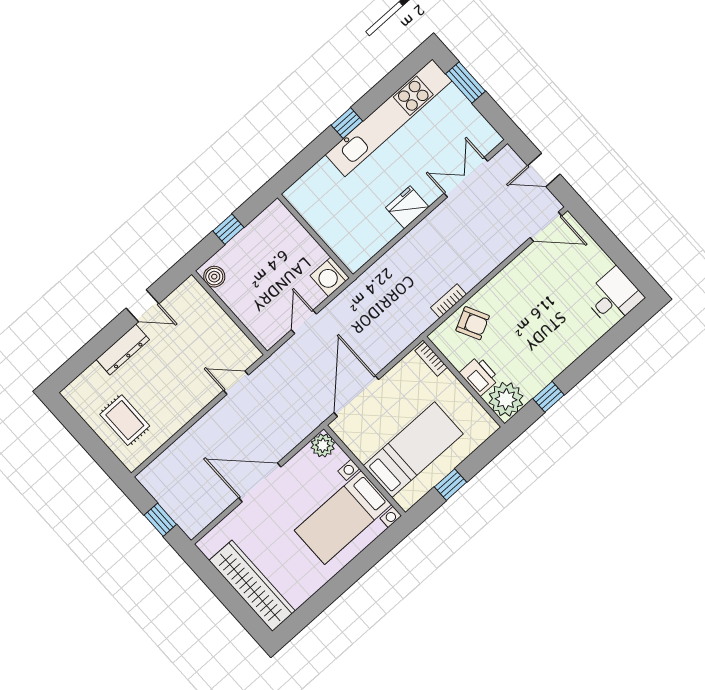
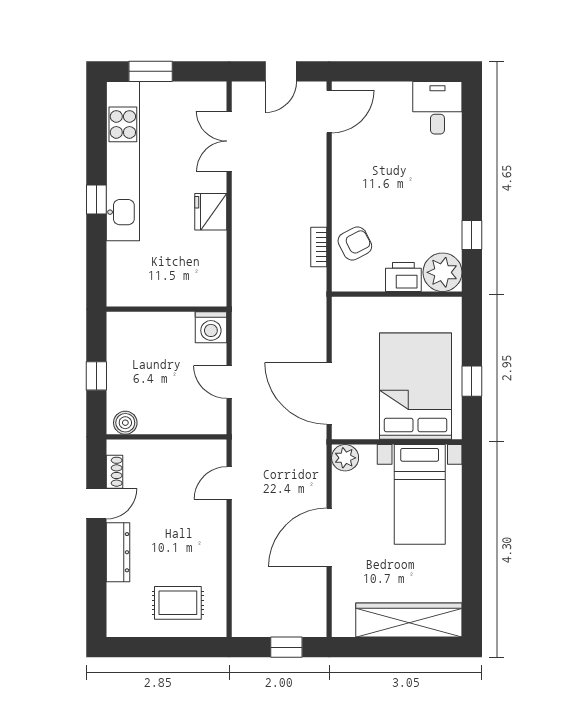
shoe rack: (175, 299) -> (114, 472), added
bookcase: (431, 359) -> (354, 304), removed
bed: (413, 450) -> (415, 386), width x1.50

